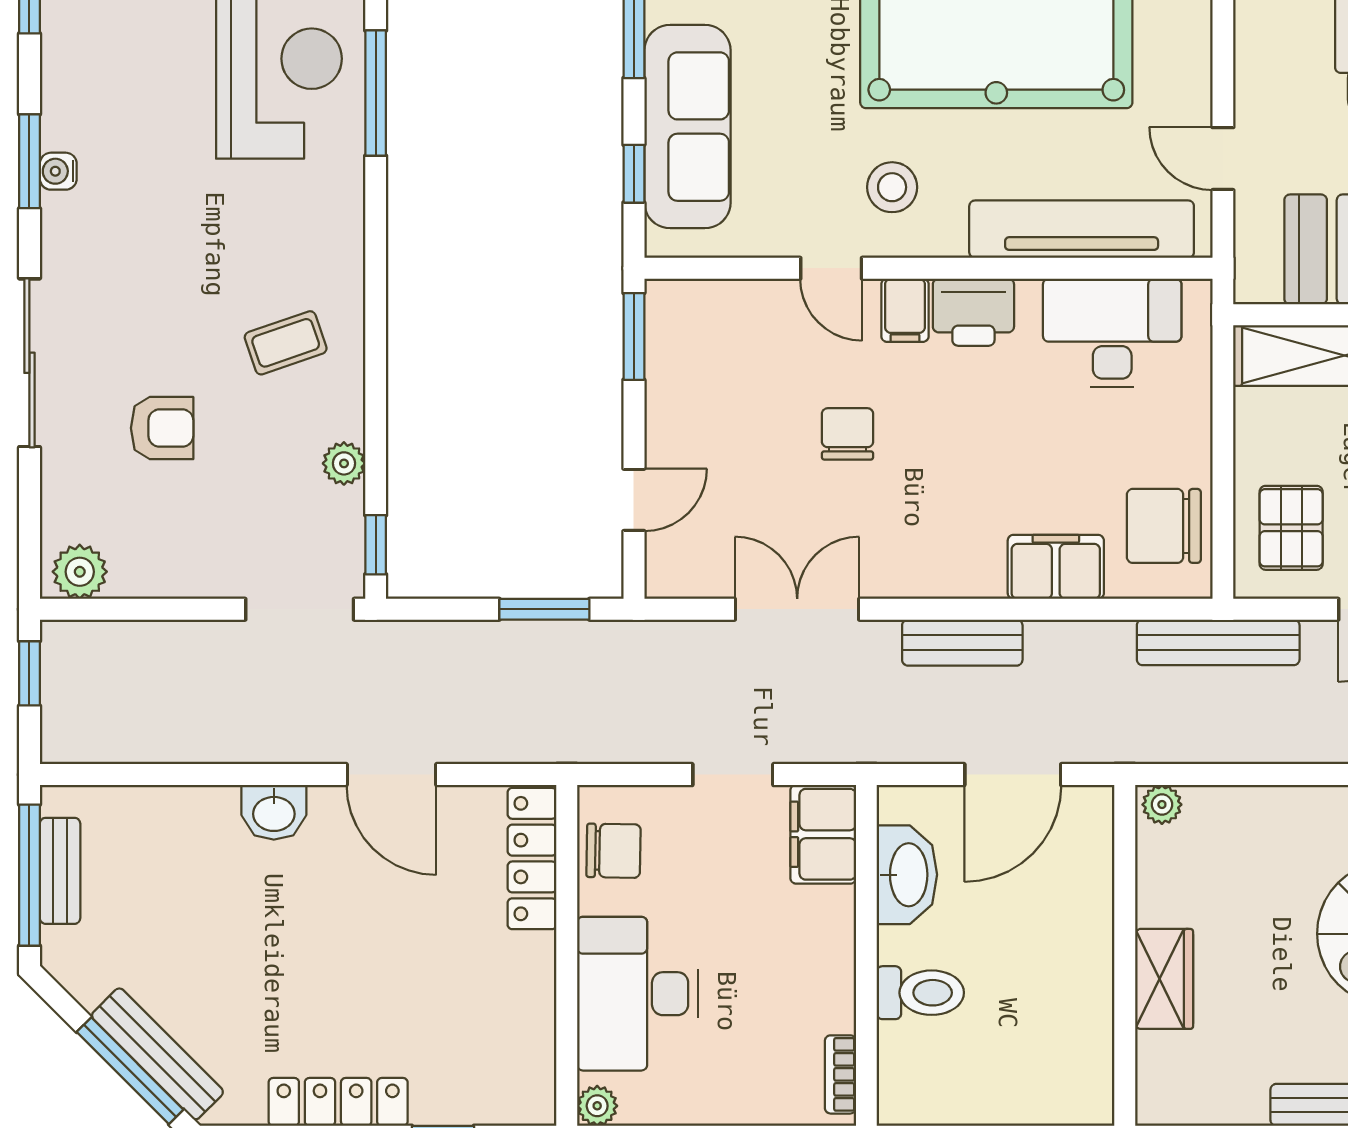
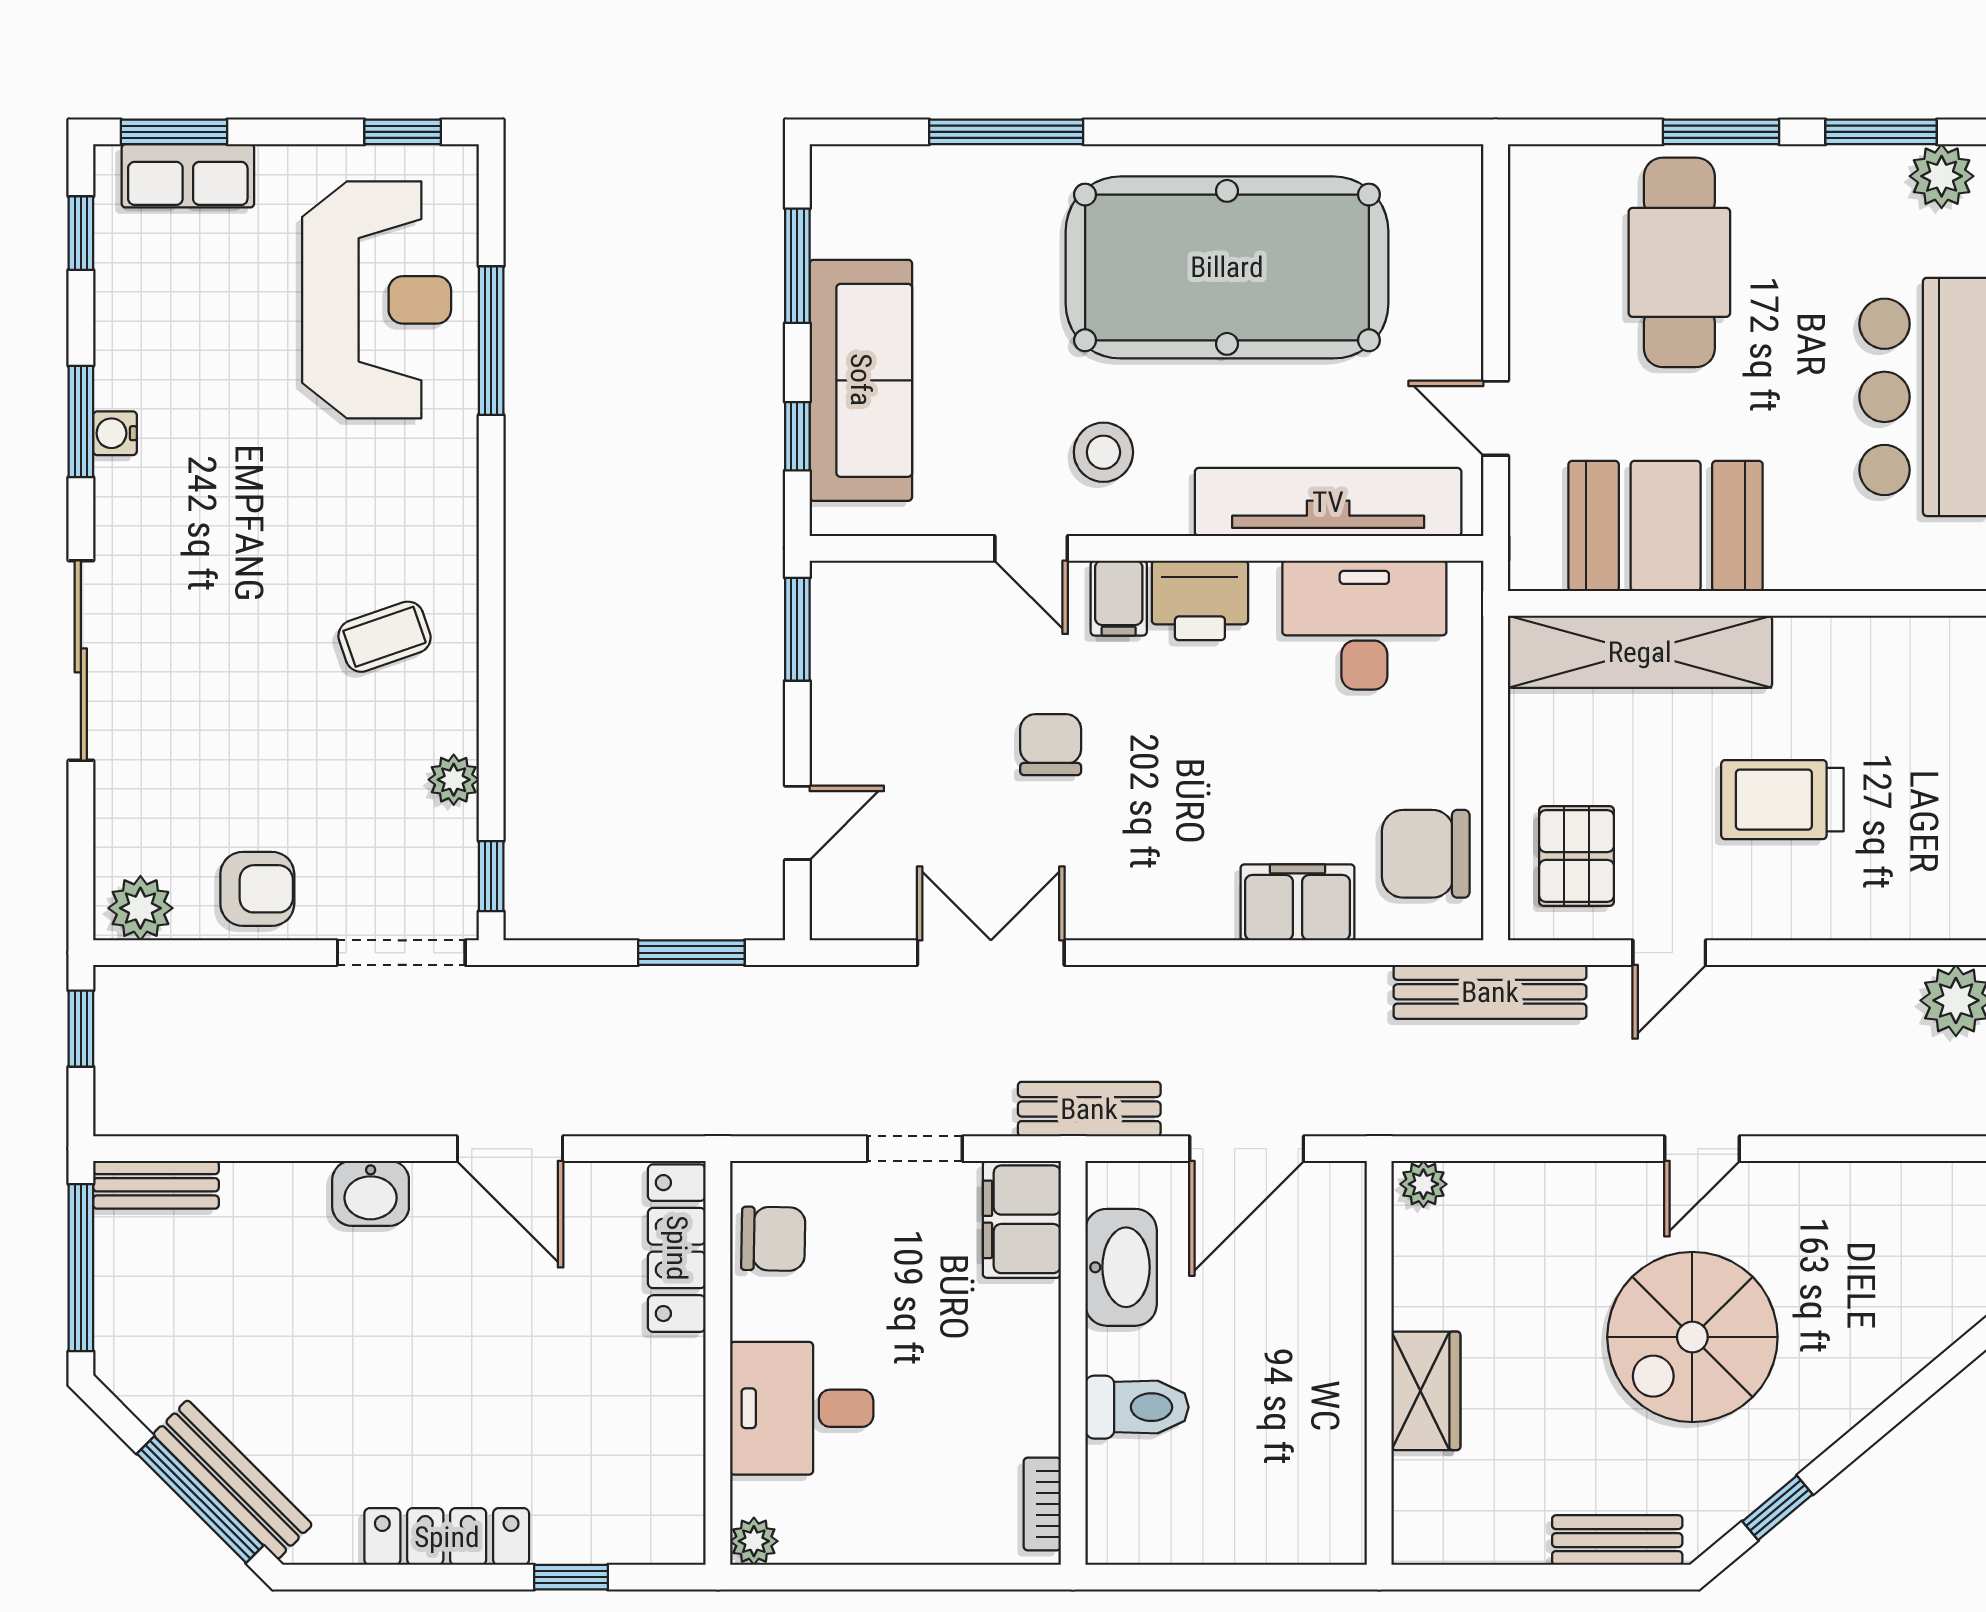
armchair: (162, 428) -> (257, 889), moved
bench: (962, 643) -> (1089, 1109), moved
bench: (60, 871) -> (156, 1185), moved, turned 90
desk: (638, 994) -> (802, 1408), width x0.73

